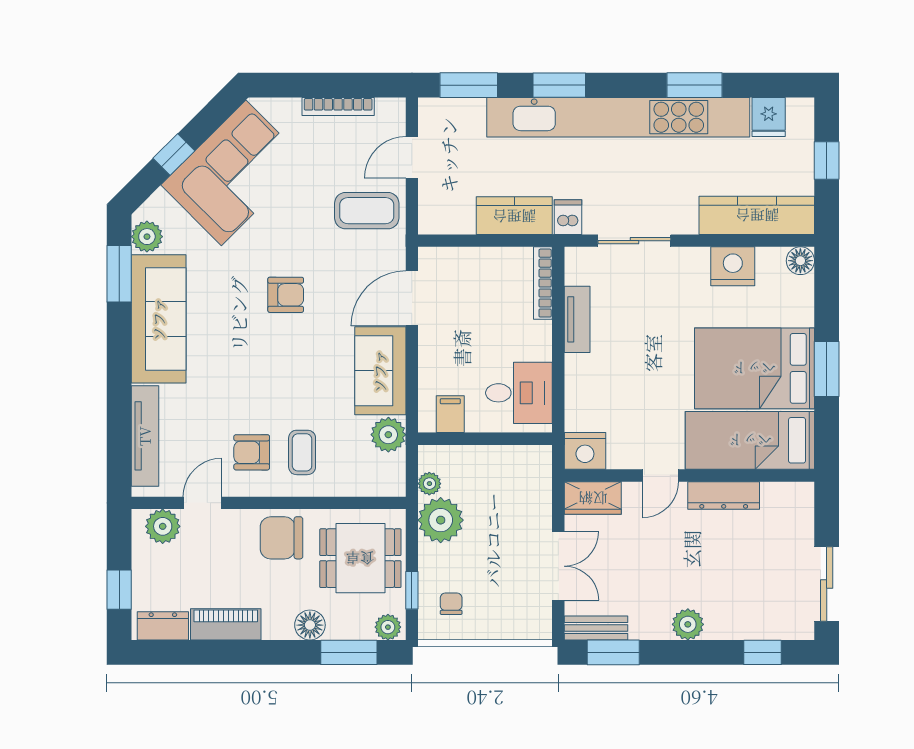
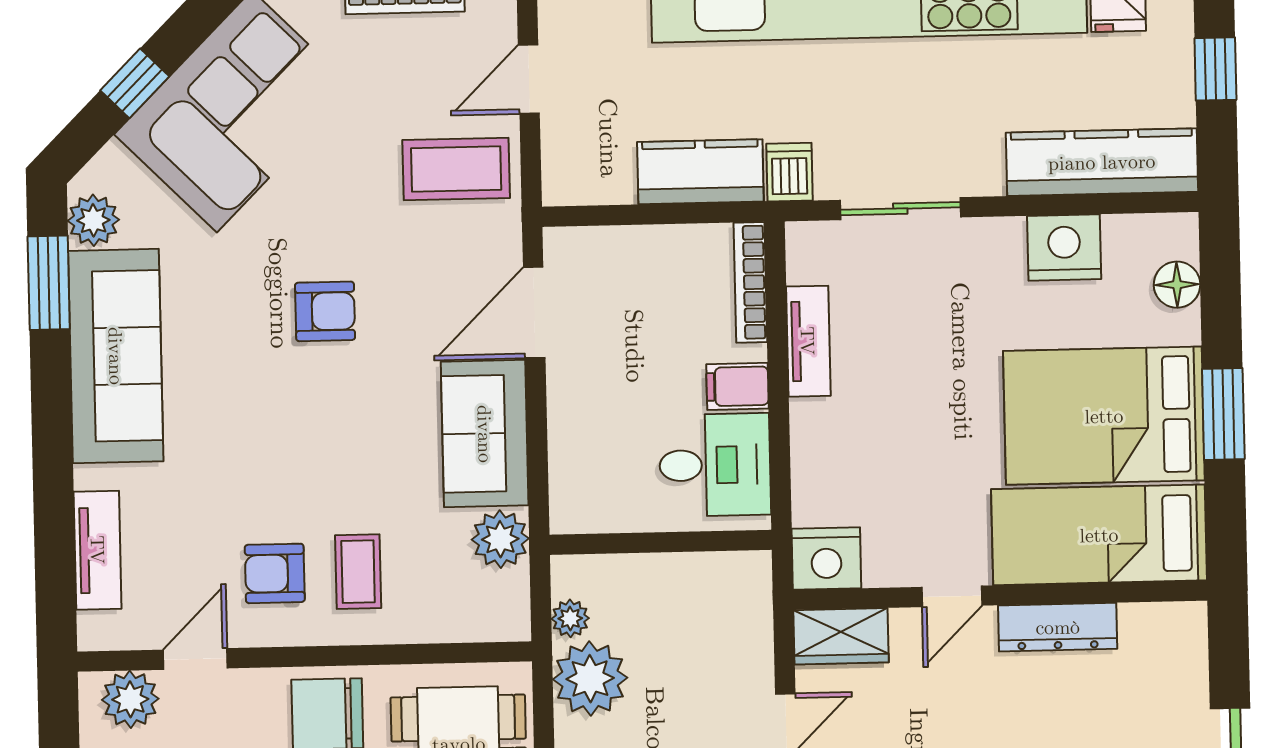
floor lamp: (800, 261) -> (1177, 285), moved
filing cabinet: (450, 414) -> (737, 386), moved, turned -90
tv unit: (145, 436) -> (98, 550), width x0.71

